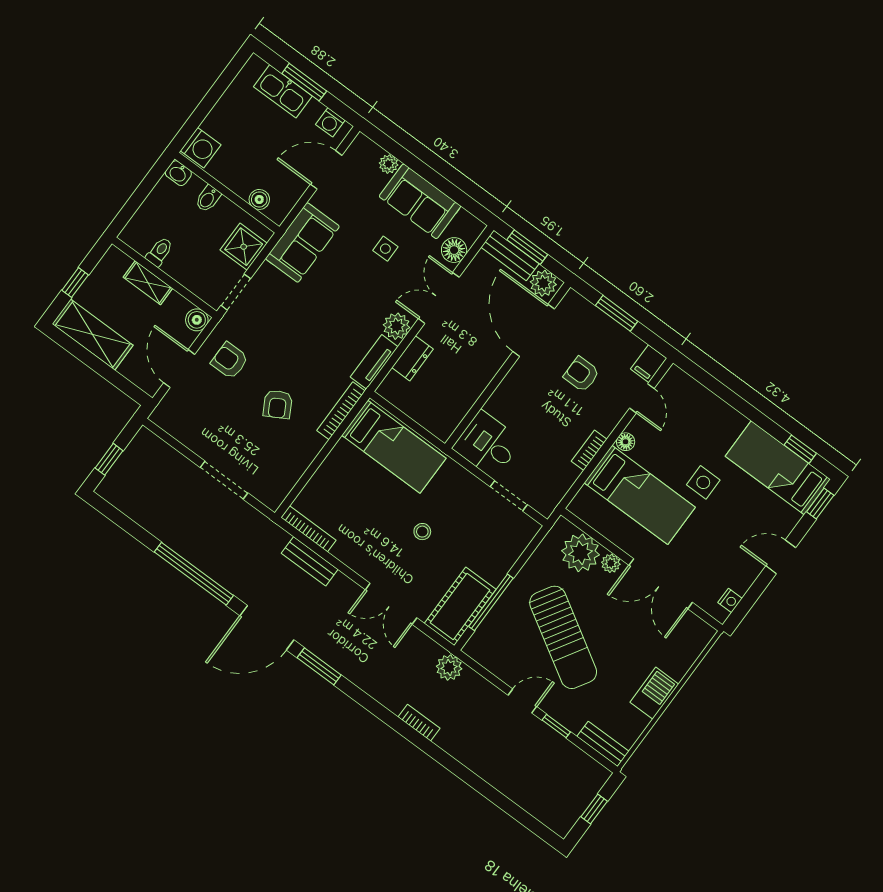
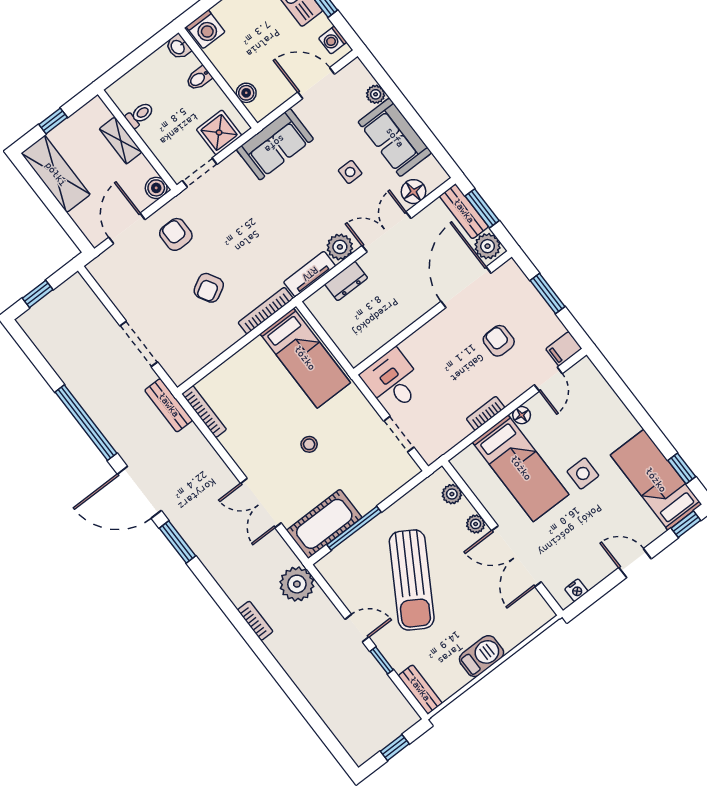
plant: (581, 553) -> (452, 494), width x0.53, depth x0.53
bench: (310, 561) -> (169, 405), moved
plant: (449, 667) -> (297, 584), width x1.36, depth x1.36

